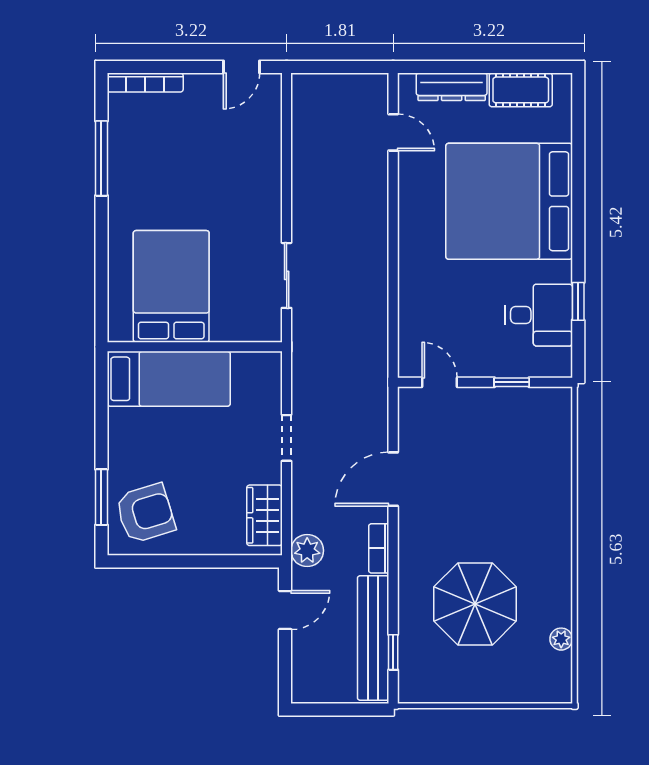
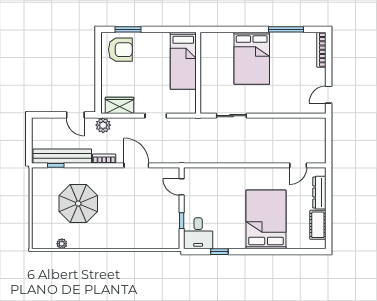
door: (241, 67) -> (329, 95), hinge flipped
bed: (509, 201) -> (266, 219), width x0.73
bed: (171, 286) -> (252, 58), moved, turned 90
desk: (539, 315) -> (198, 233), moved
door: (440, 382) -> (182, 187), swing flipped
armchair: (145, 513) -> (120, 50), turned -73

